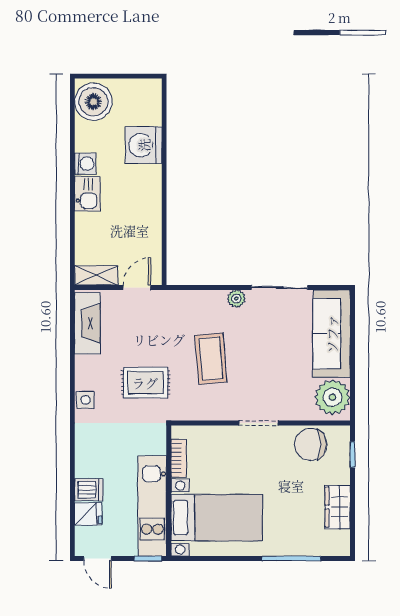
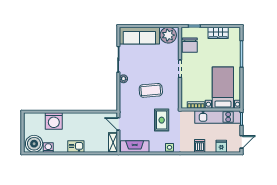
washing machine: (85, 164) -> (48, 147), moved
dishwasher: (89, 490) -> (200, 146), moved

